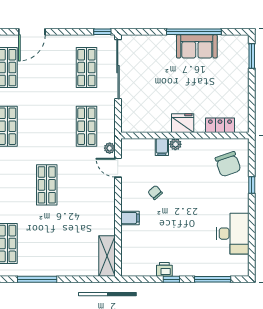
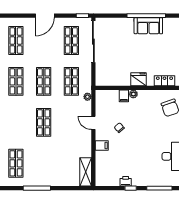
door: (32, 32) -> (45, 16), moved
shop shelf: (47, 126) -> (44, 81), added
door: (118, 168) -> (93, 123), moved

